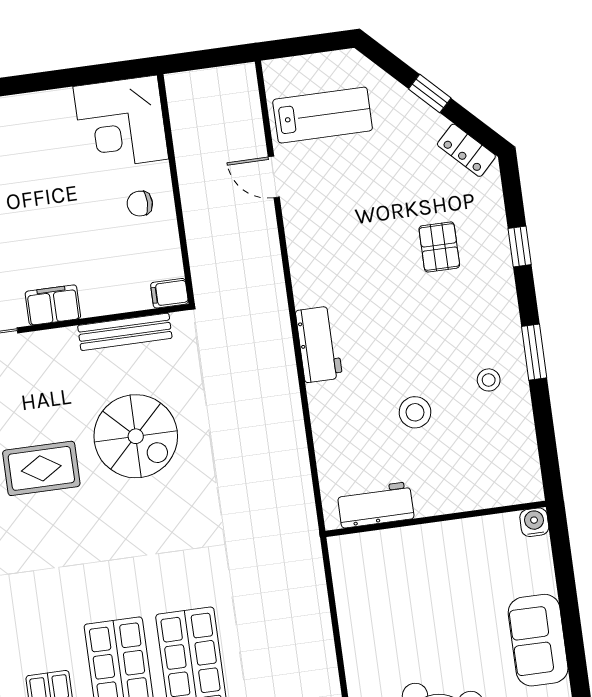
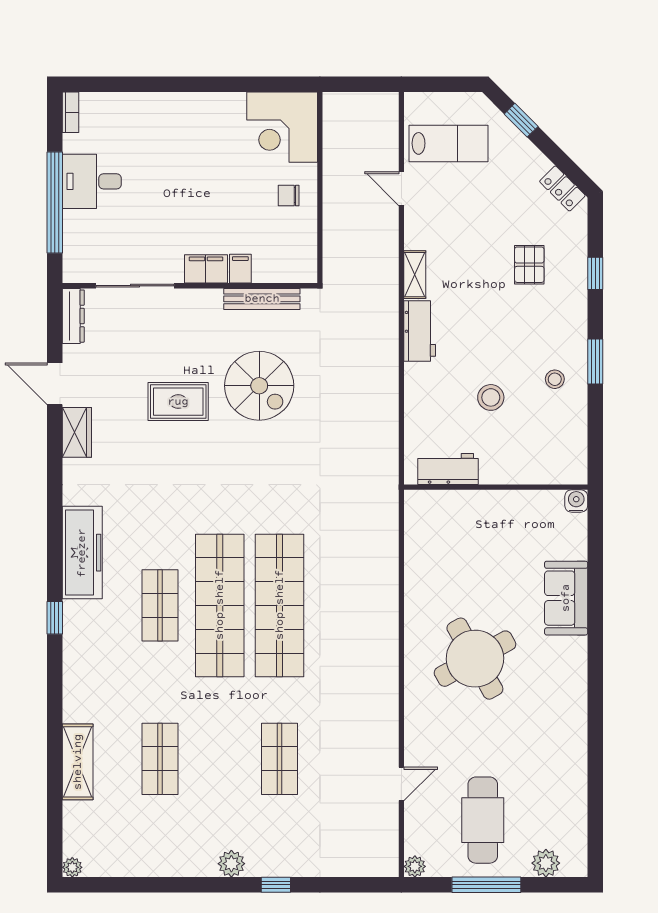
window: (430, 94) -> (521, 120), moved
shelving: (304, 278) -> (415, 275), added
filing cabinet: (169, 293) -> (240, 269), moved, turned 90

